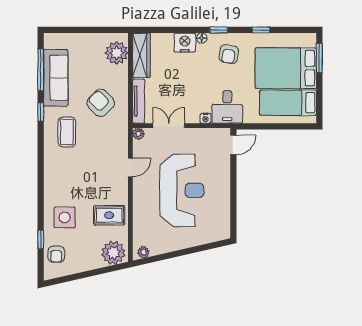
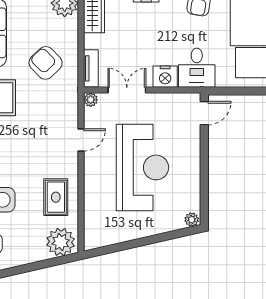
tv unit: (139, 101) -> (91, 68), width x0.71
nightstand: (205, 118) -> (165, 77), width x1.89, depth x1.79
rug: (109, 215) -> (56, 197), turned 90
plant: (143, 252) -> (192, 220), moved

